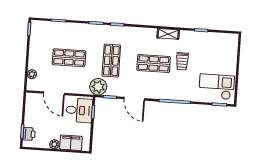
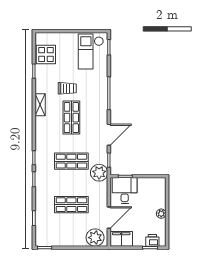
display table: (216, 43) -> (46, 55), added
shop shelf: (69, 58) -> (71, 205), turned 90
plant: (32, 74) -> (95, 238), width x1.87, depth x1.87
filing cabinet: (71, 143) -> (121, 239), moved, turned 90

